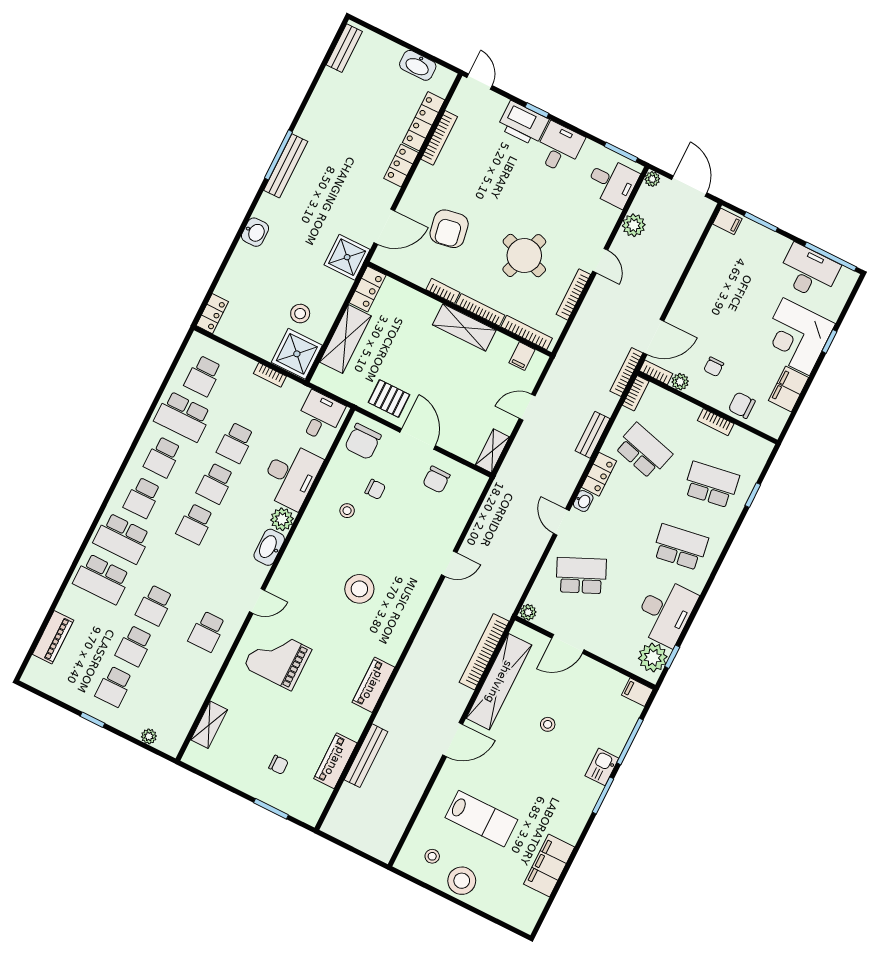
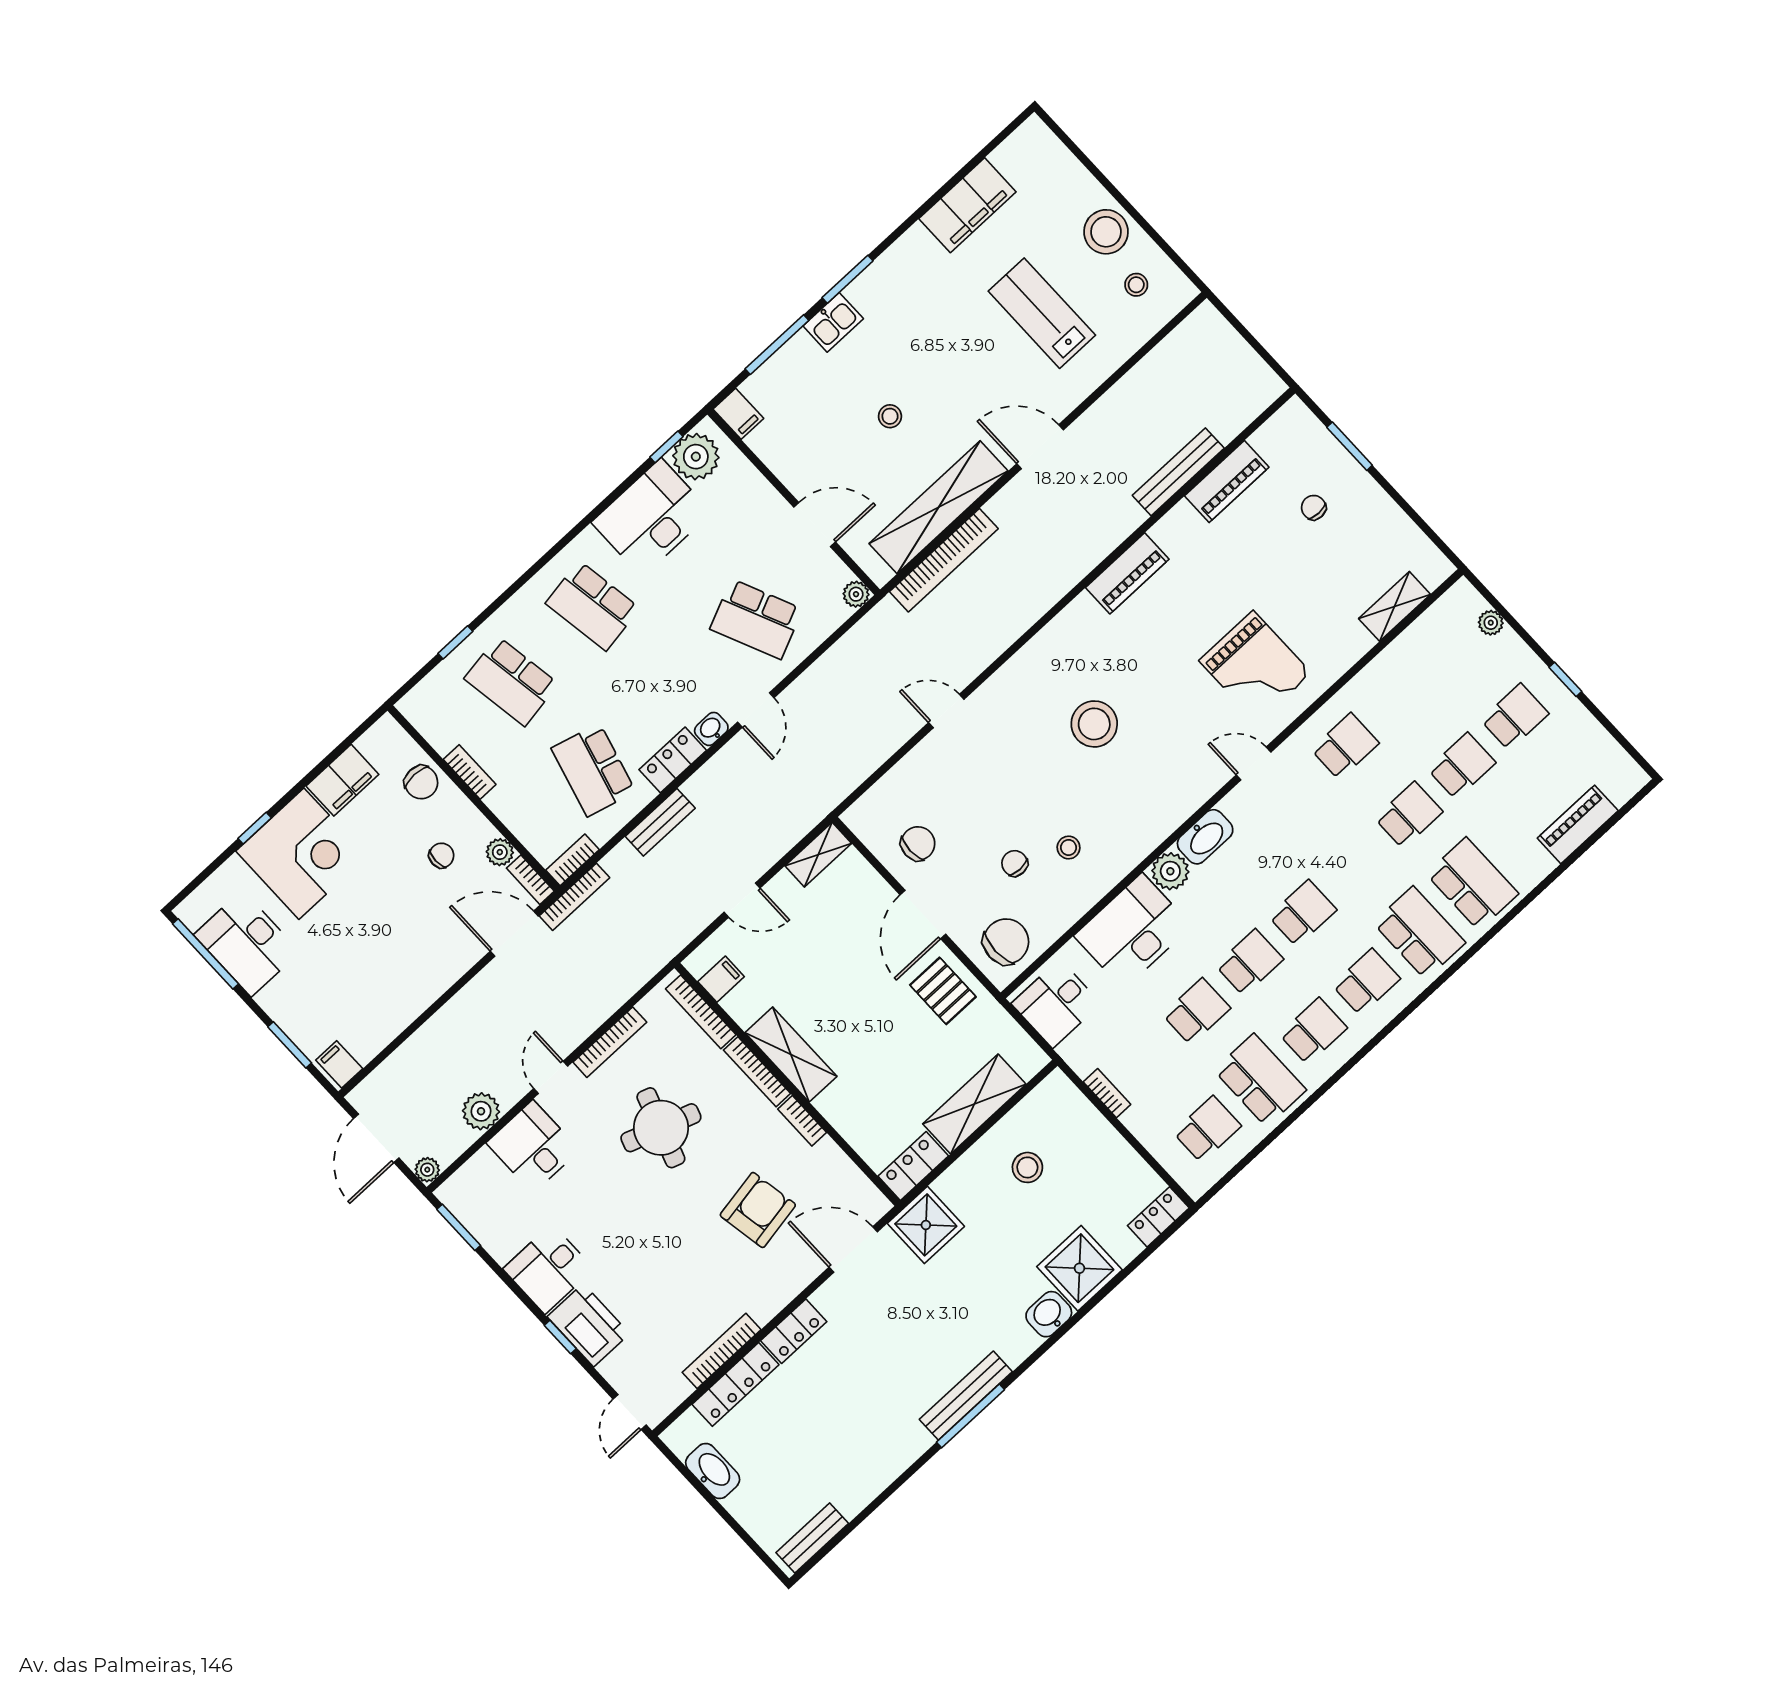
desk: (612, 182) -> (533, 1147), moved
shower: (297, 354) -> (1079, 1268), moved

